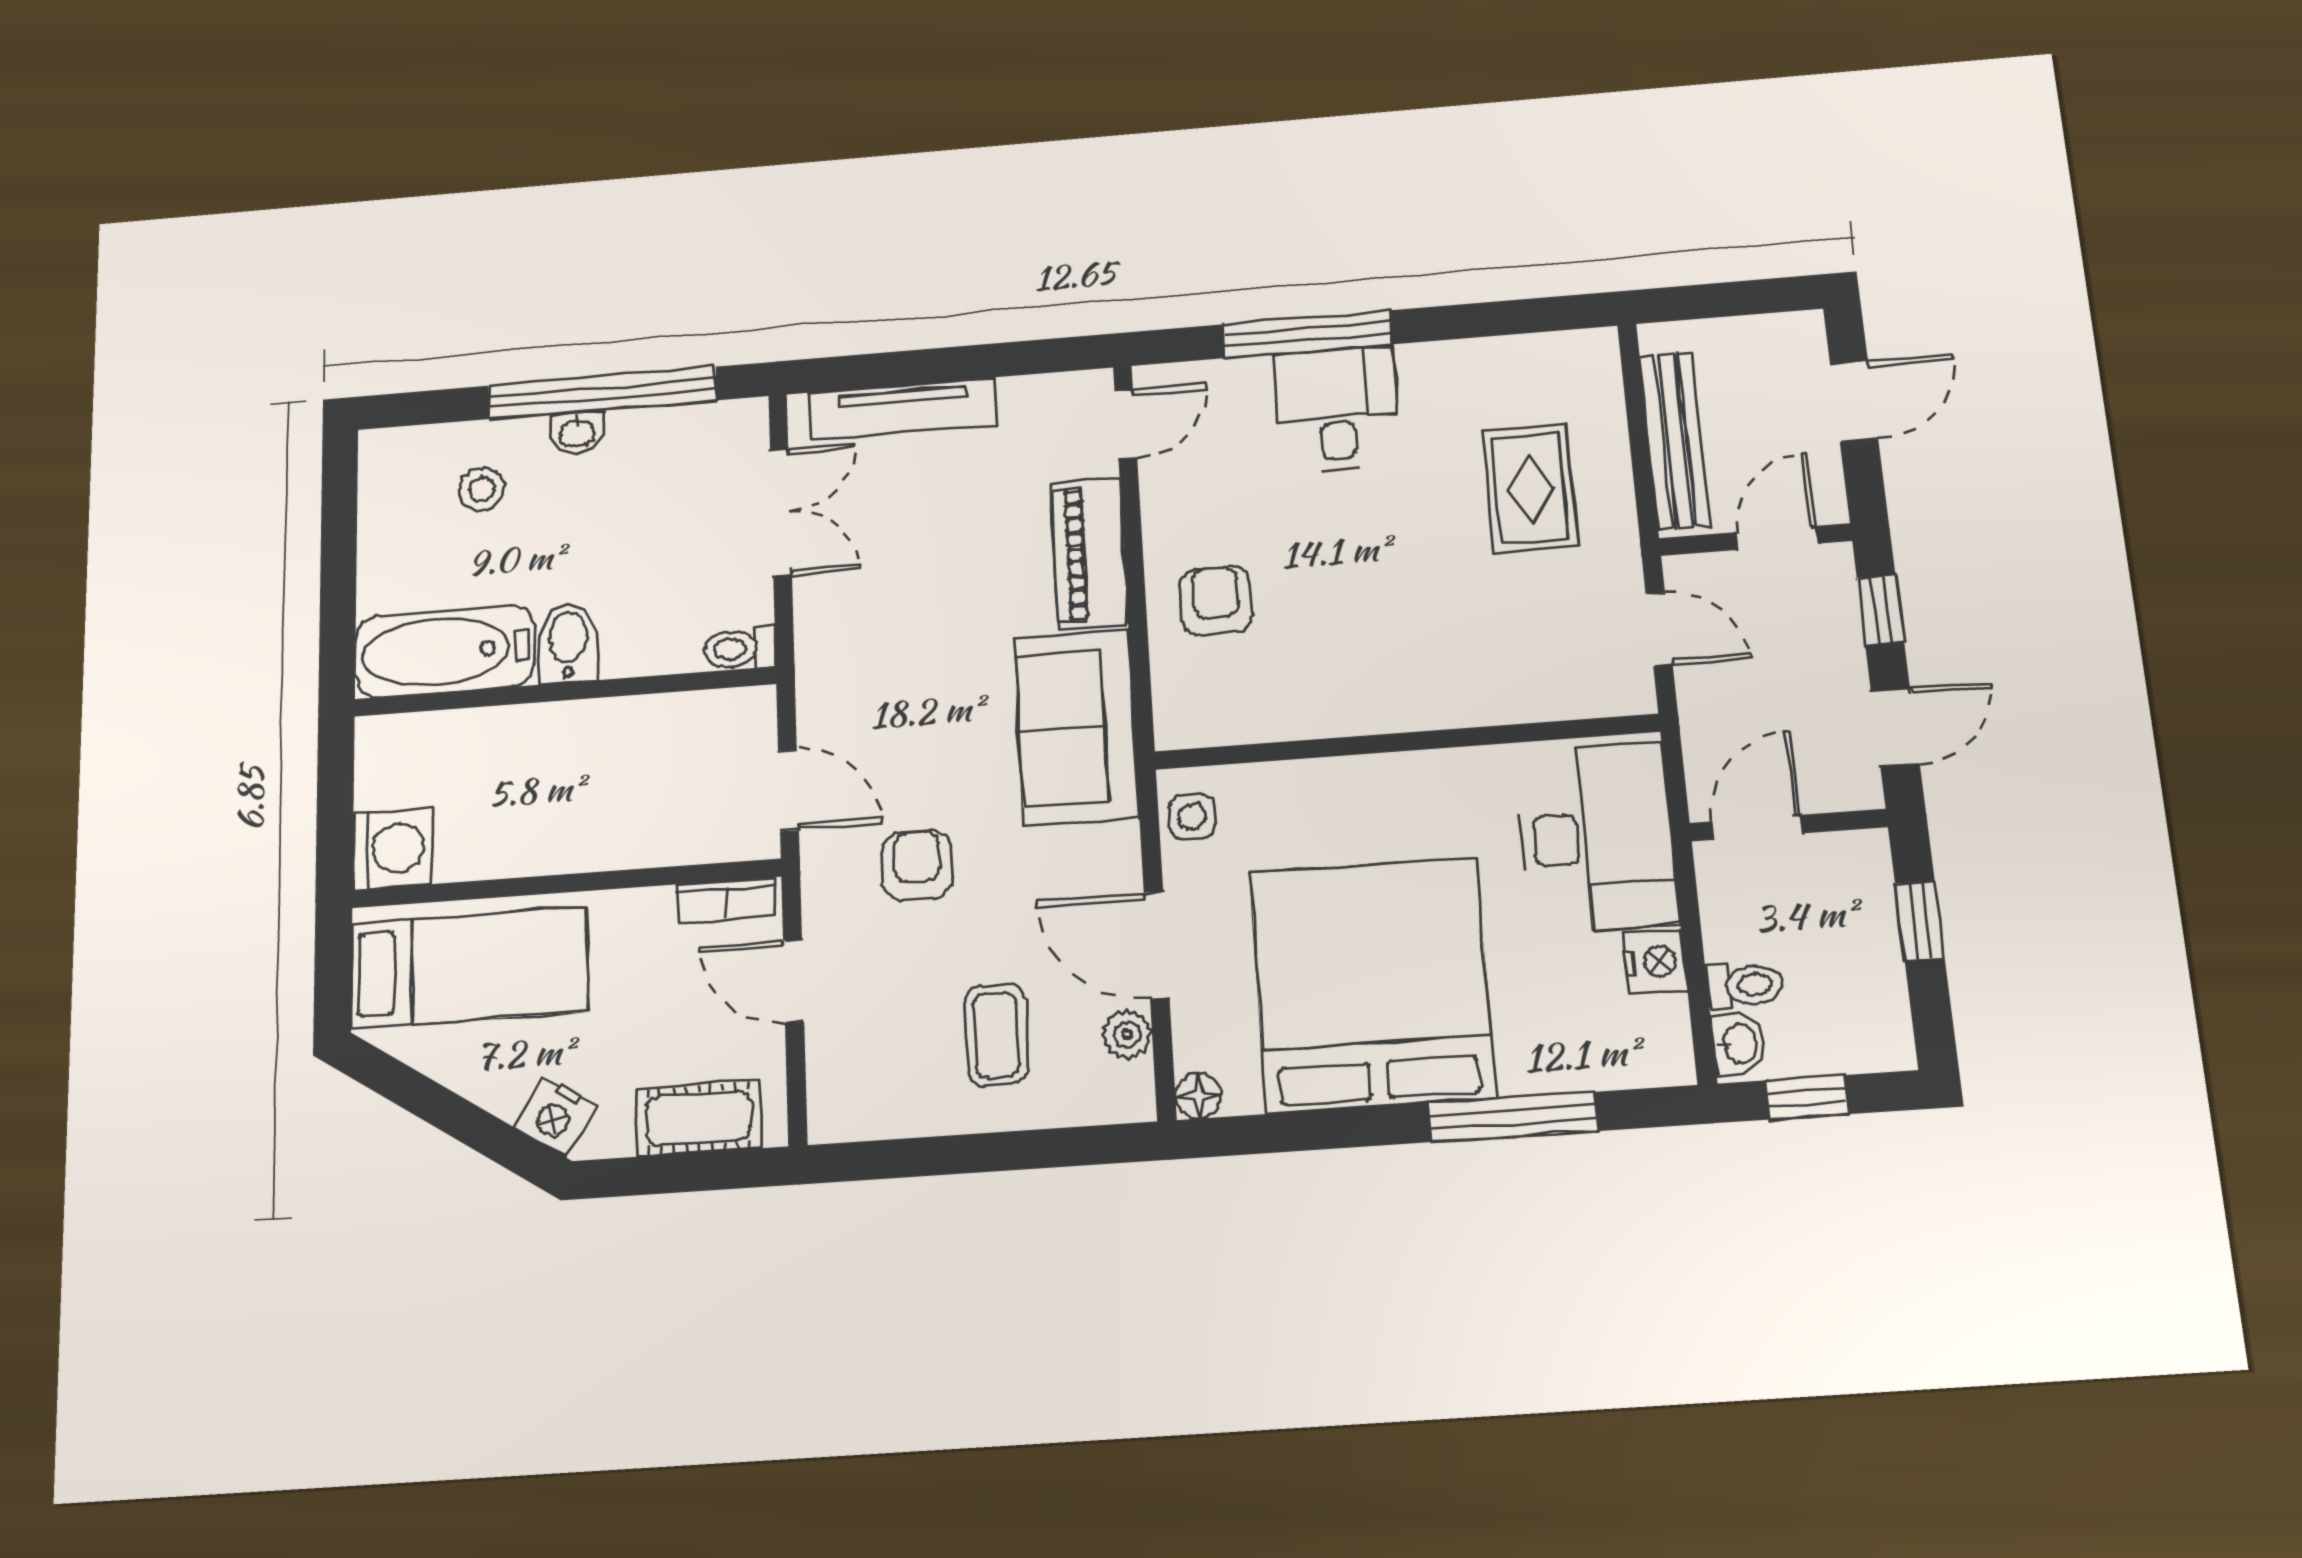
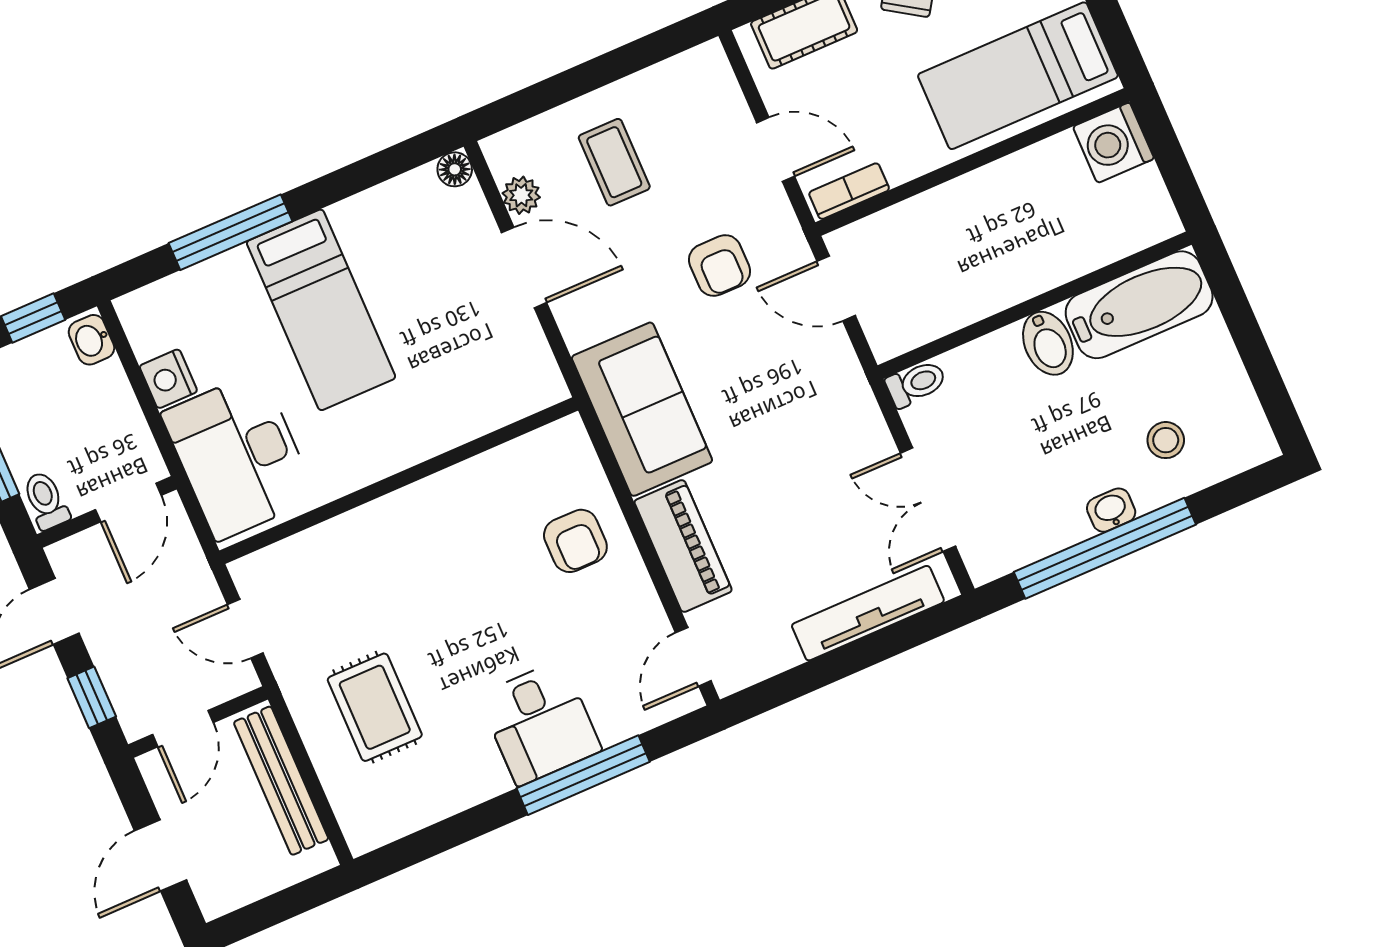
side table: (1192, 817) -> (533, 371), removed
bed: (1372, 984) -> (321, 310), width x0.49
toilet: (1745, 985) -> (46, 500), moved, turned 90

